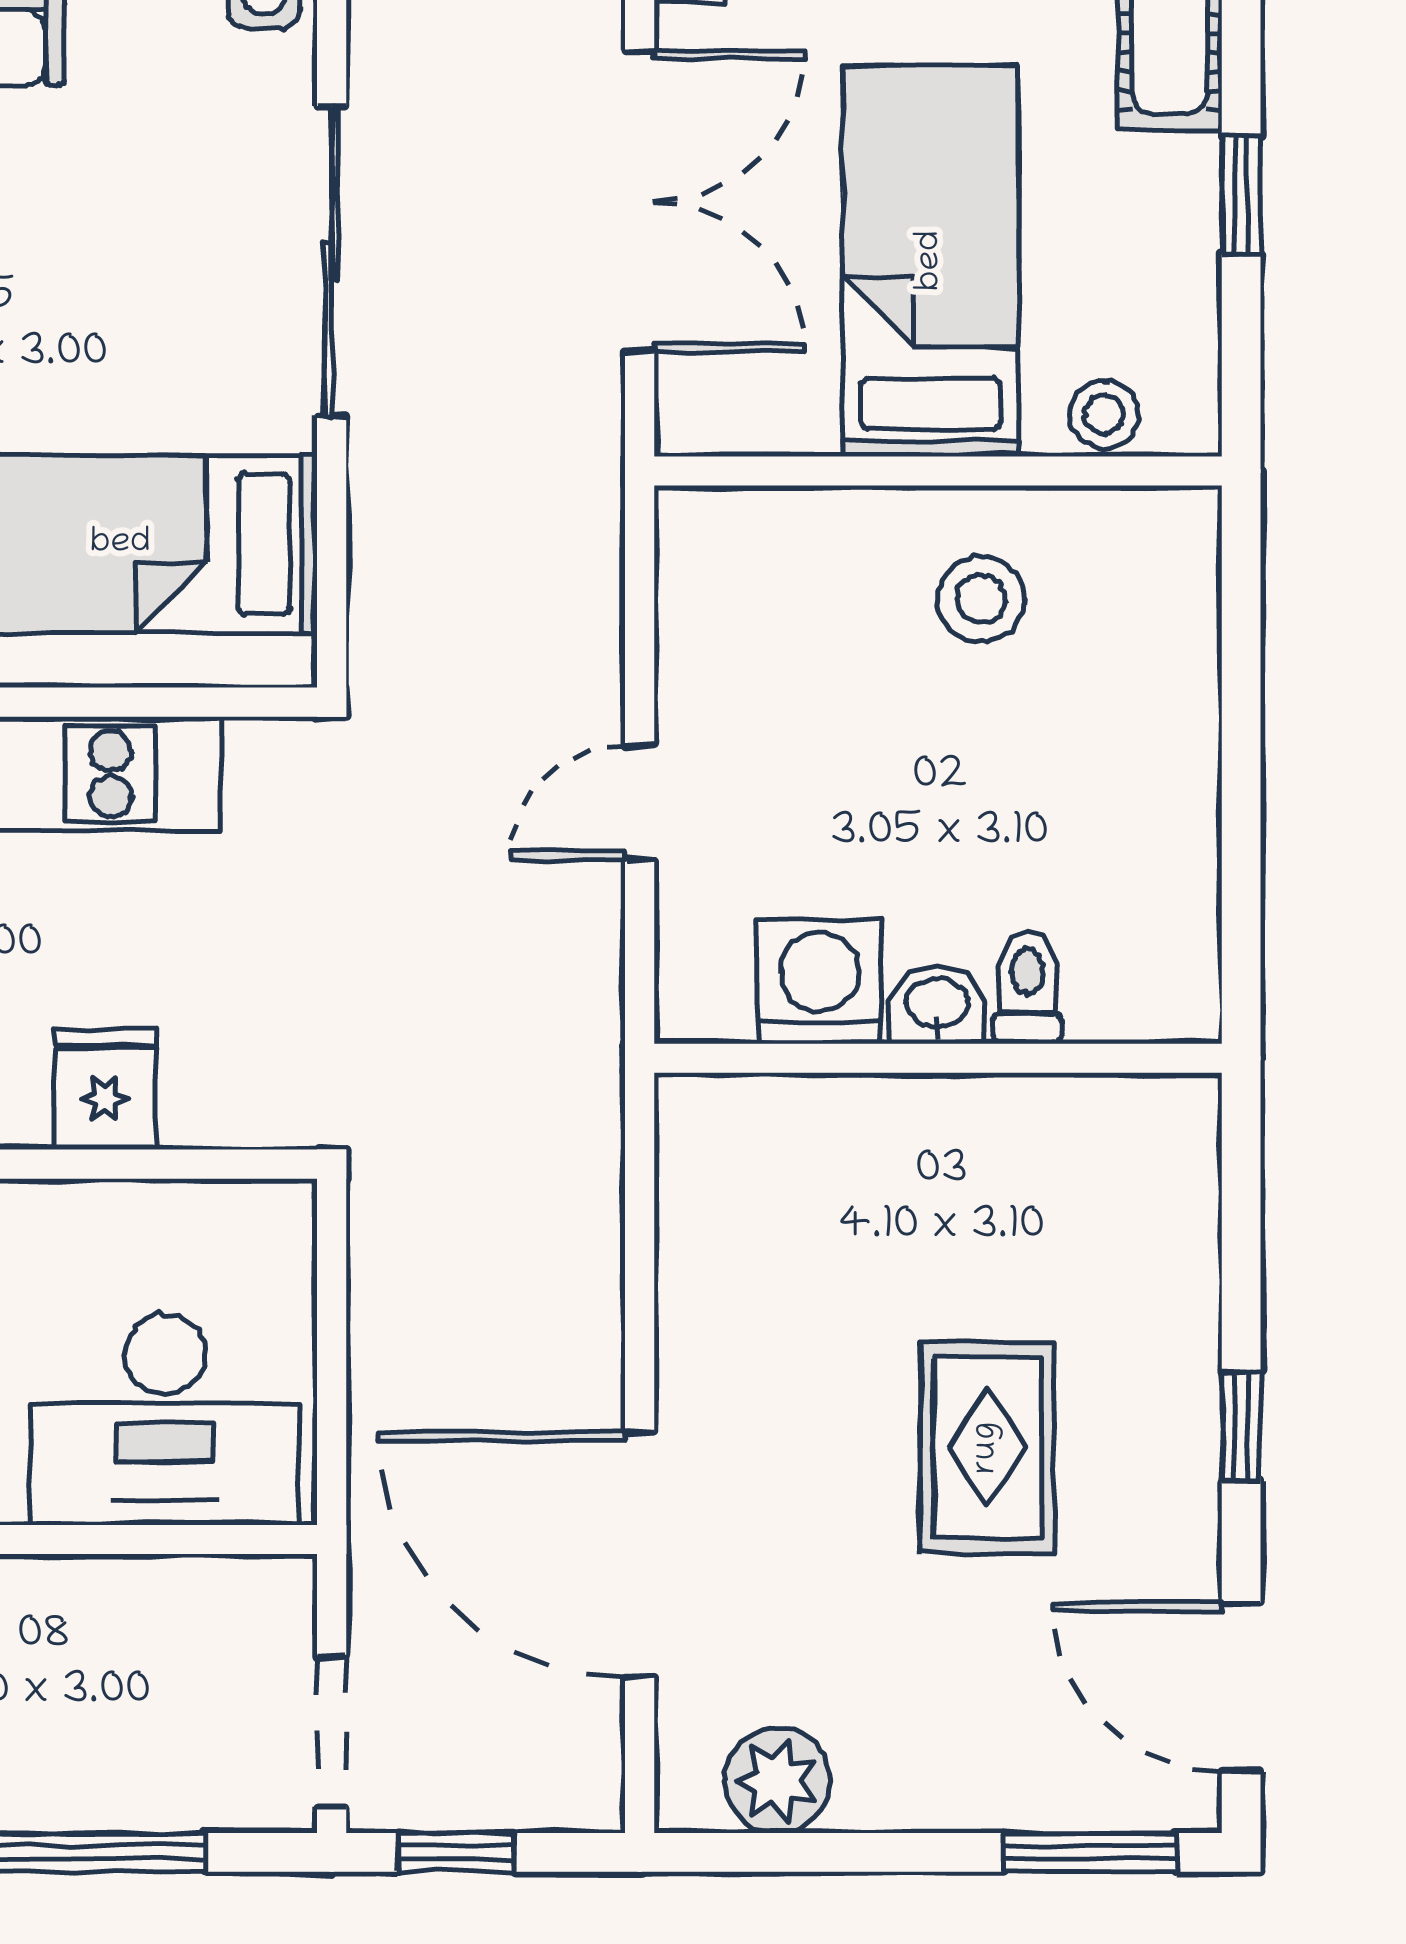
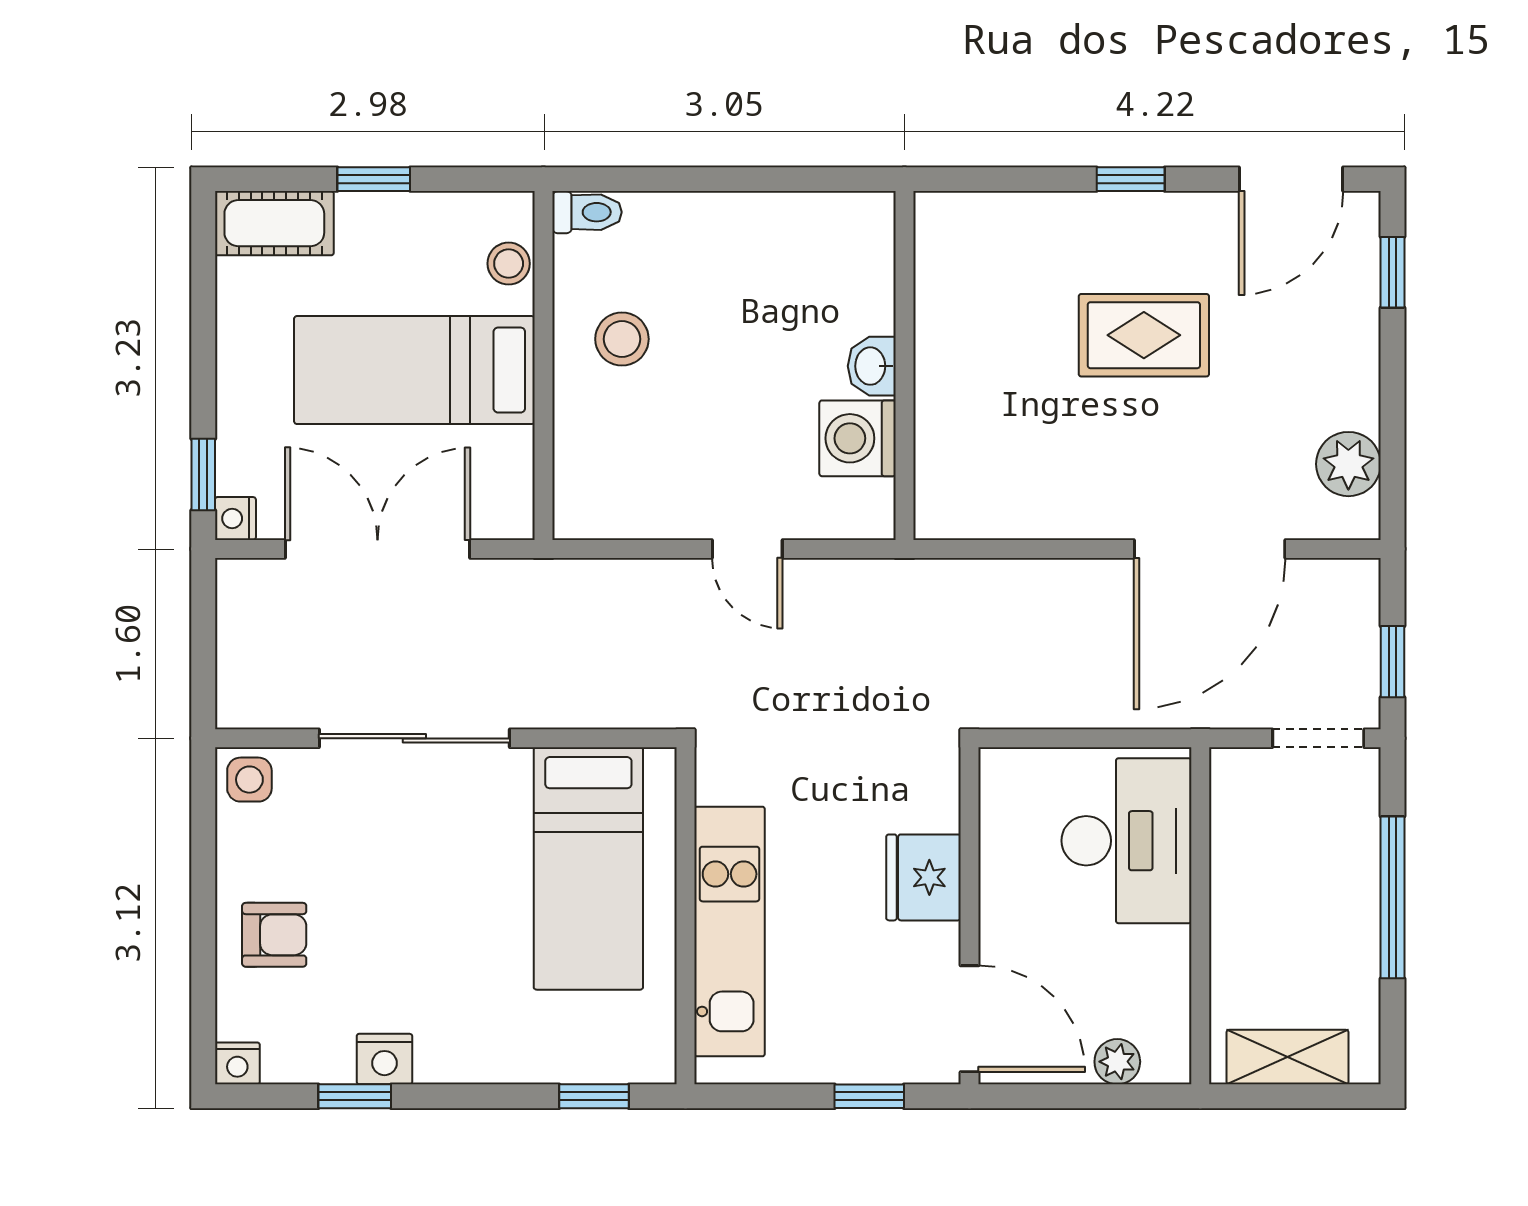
toilet: (1027, 987) -> (587, 212), moved, turned 180
fridge: (105, 1089) -> (923, 877), width x1.38
window: (1090, 1852) -> (1393, 272), width x0.67

